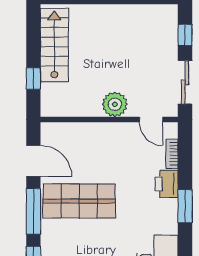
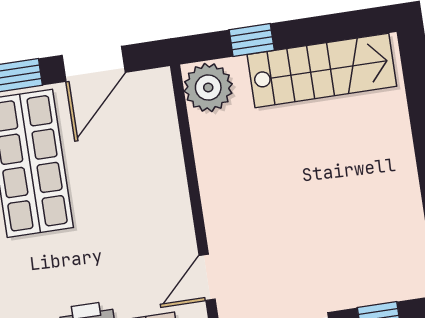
plant: (115, 104) -> (208, 88), moved

